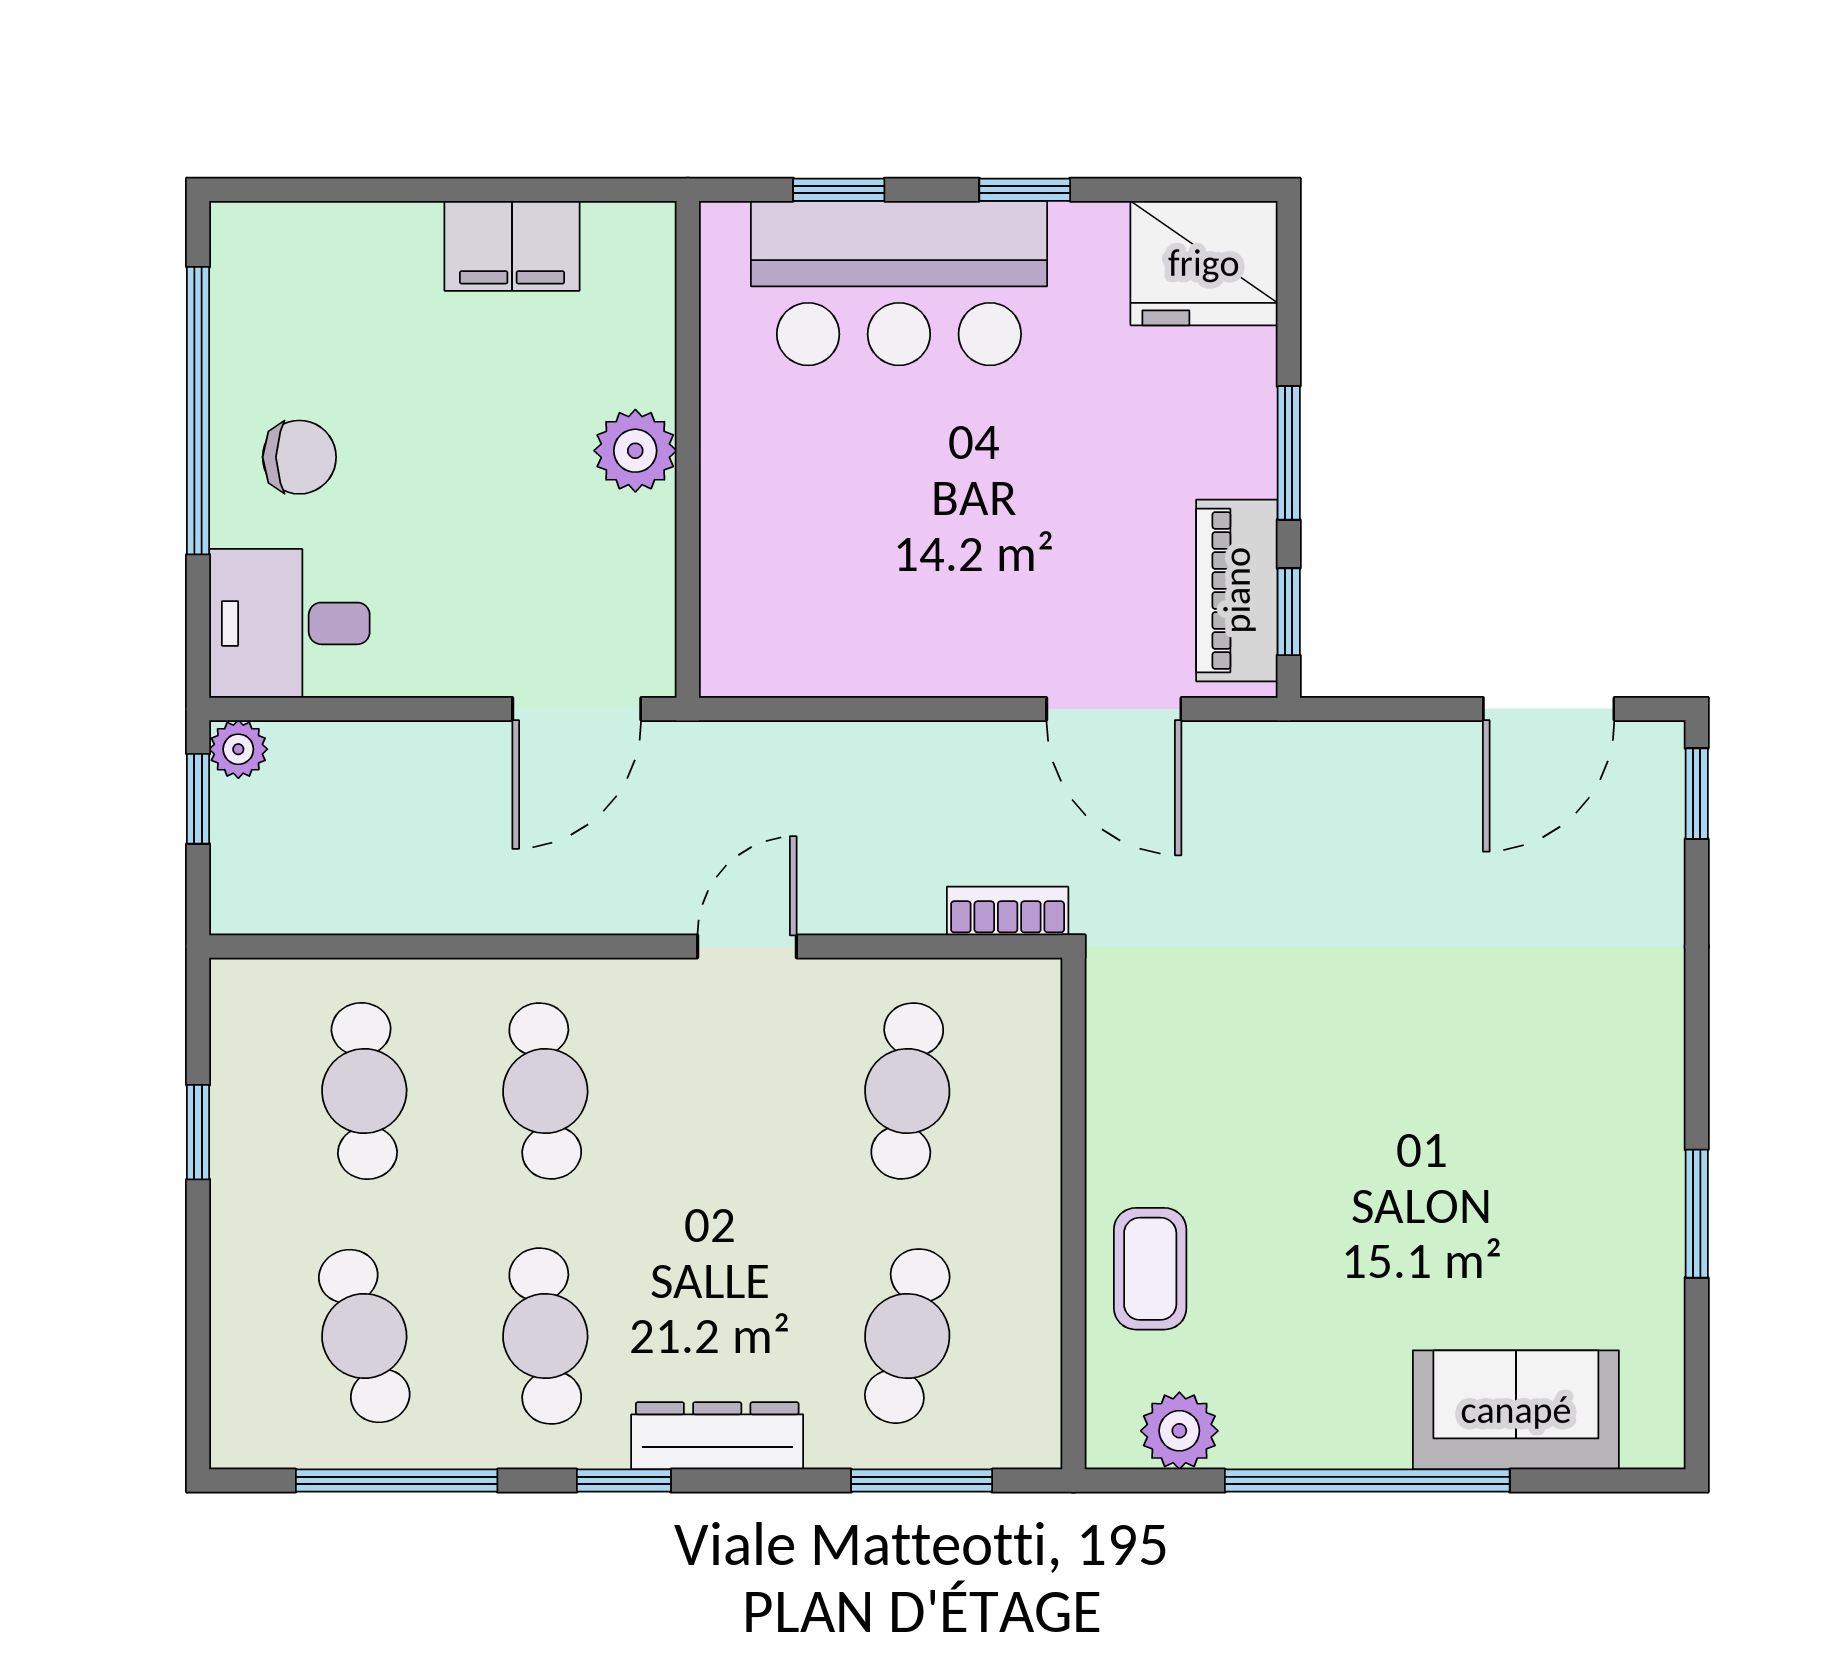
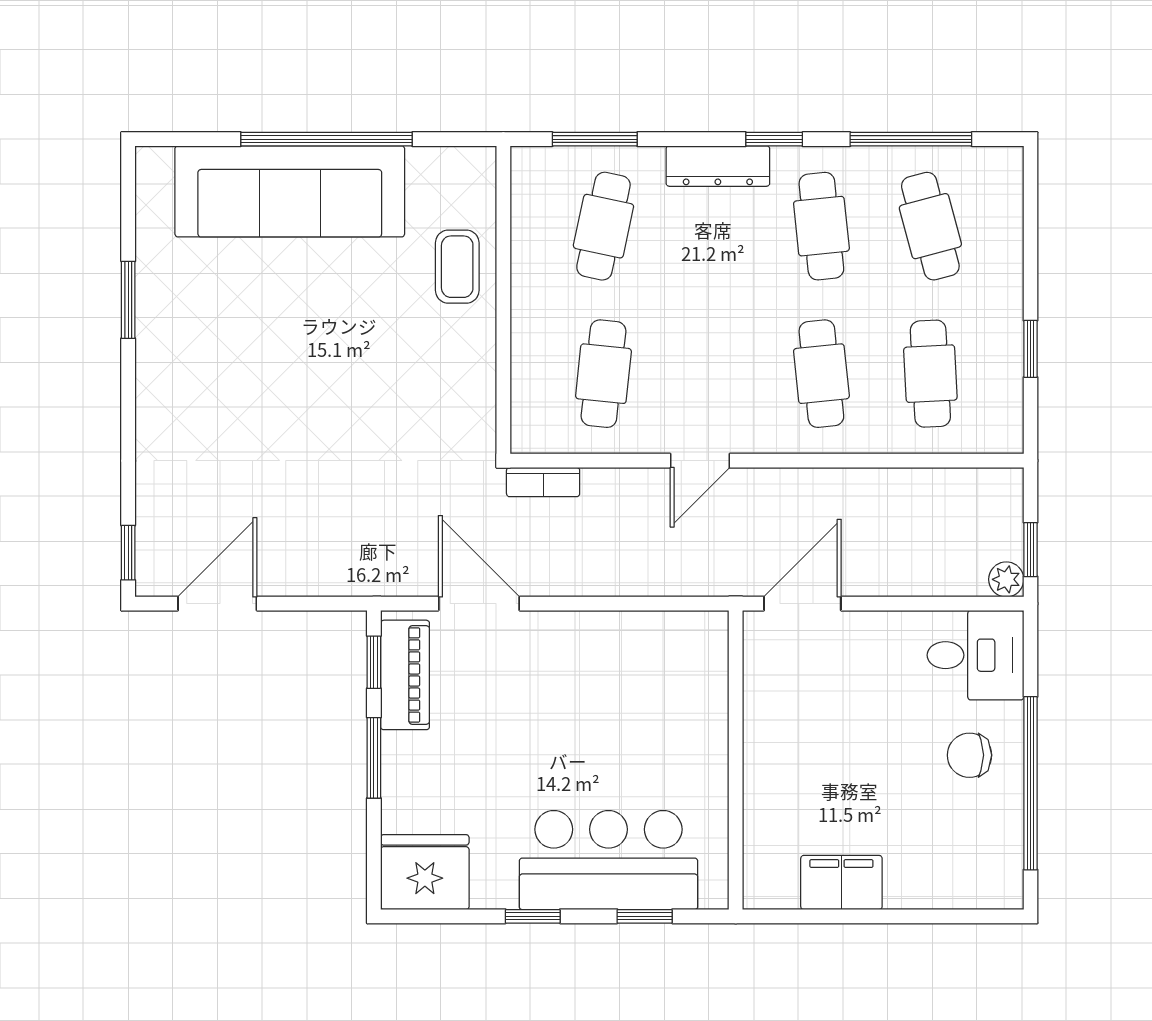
plant: (635, 451) -> (767, 759), removed
sofa: (1516, 1410) -> (290, 191), width x1.85, depth x1.27
plant: (1179, 1431) -> (440, 169), removed

